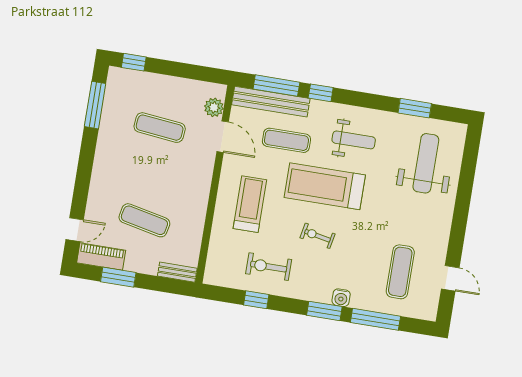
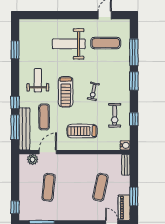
weight bench: (426, 163) -> (69, 44), moved
treadmill: (325, 186) -> (66, 92), width x0.73, depth x0.73
water cooler: (341, 298) -> (125, 145), moved

